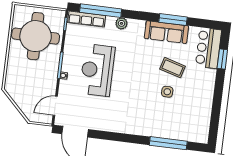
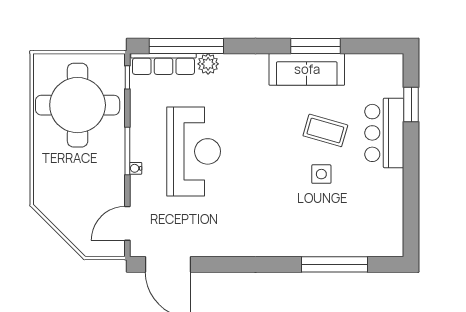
plant: (121, 23) -> (208, 64), moved
bar counter: (208, 48) -> (384, 133), moved
reception desk: (97, 70) -> (194, 151), turned 180

